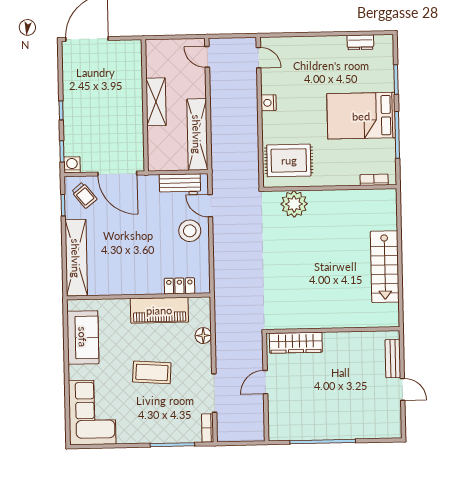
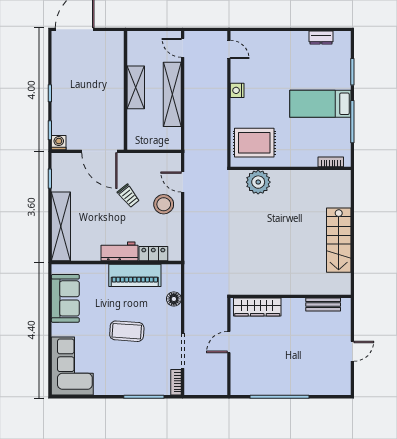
bed: (361, 116) -> (320, 104), width x0.67
shelving: (197, 134) -> (172, 94), moved
workbench: (180, 185) -> (119, 251), moved, turned 180
trolley: (84, 195) -> (129, 196), moved
bench: (393, 359) -> (323, 305), moved, turned 90
door: (402, 389) -> (352, 351), hinge flipped

